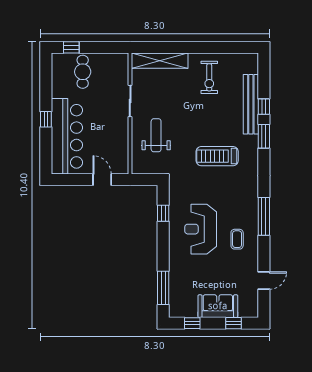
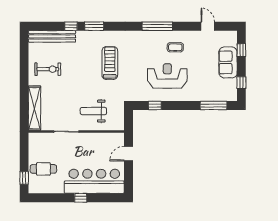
bench: (251, 104) -> (52, 36), moved
treadmill: (217, 156) -> (110, 63), turned 180
reception desk: (201, 229) -> (167, 76), turned 180

